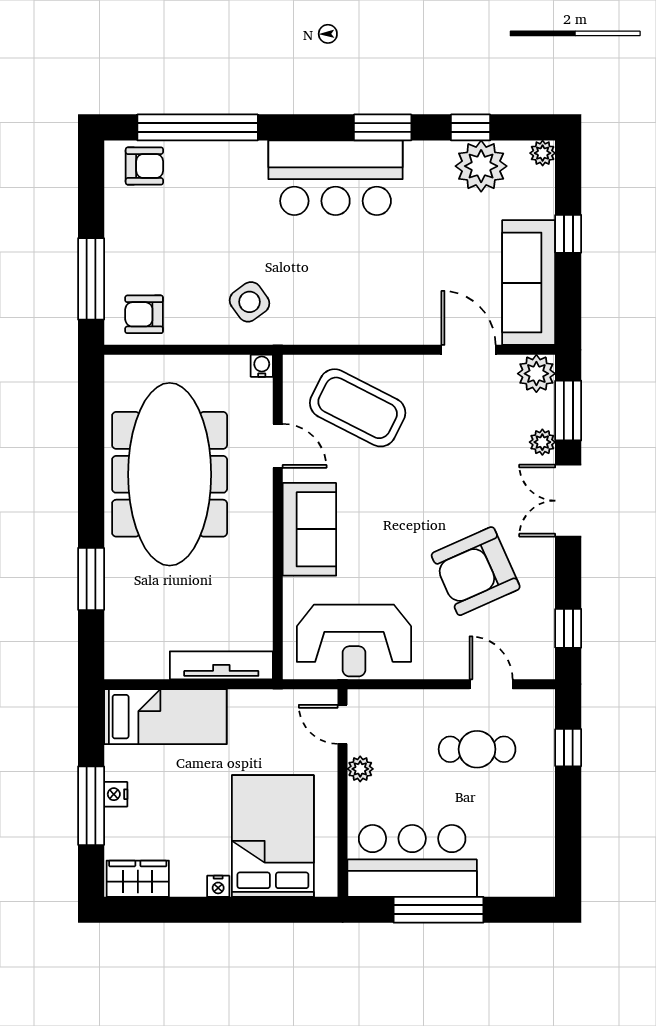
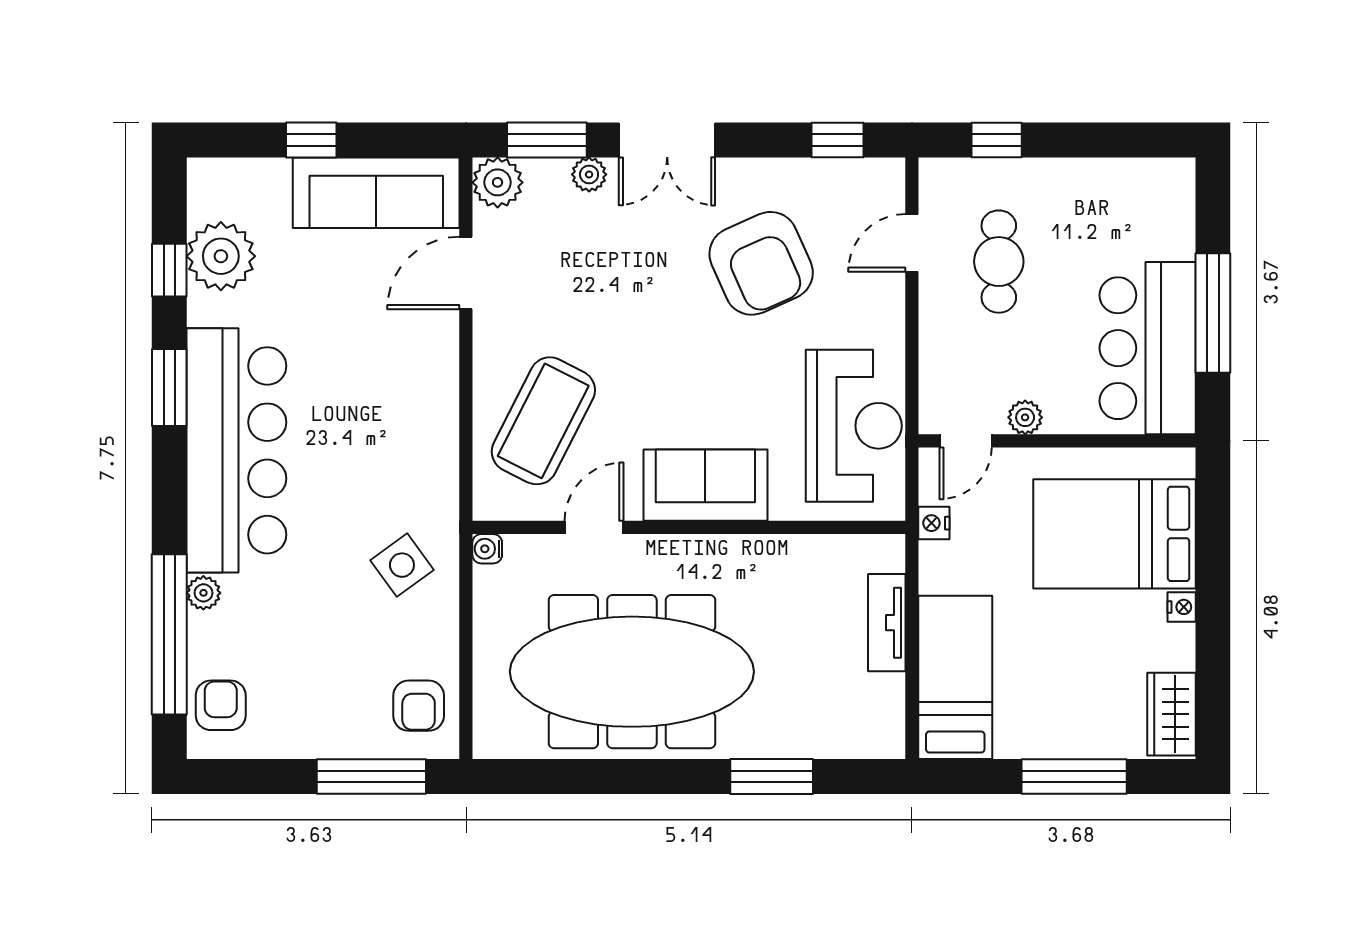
plant: (543, 153) -> (203, 593), moved
bar counter: (336, 178) -> (236, 450), width x1.36
tv unit: (221, 665) -> (887, 623), width x0.71
nightstand: (116, 794) -> (934, 523), moved, turned 90

